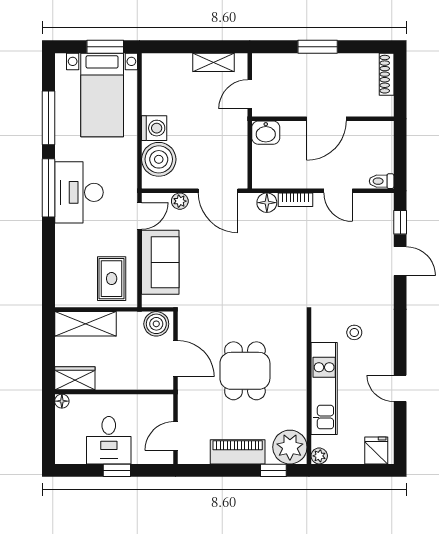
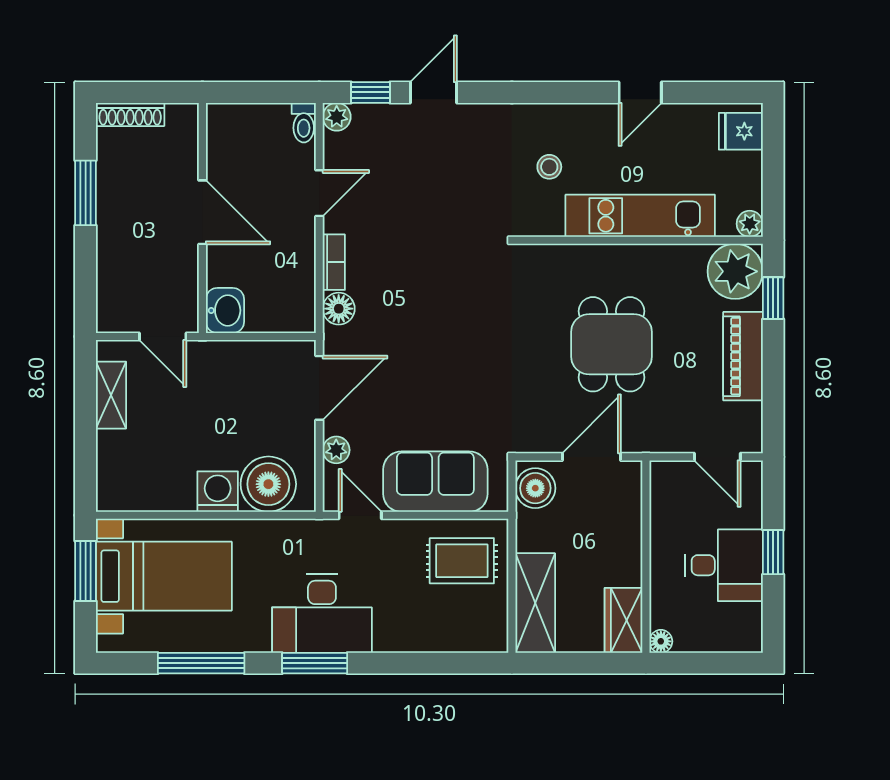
window: (318, 47) -> (86, 193), moved
window: (48, 188) -> (315, 663), width x0.69
plant: (385, 201) -> (337, 117), added
dining table: (245, 371) -> (611, 344), turned 90

